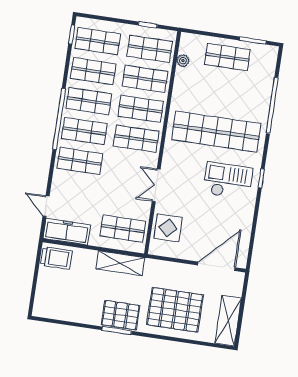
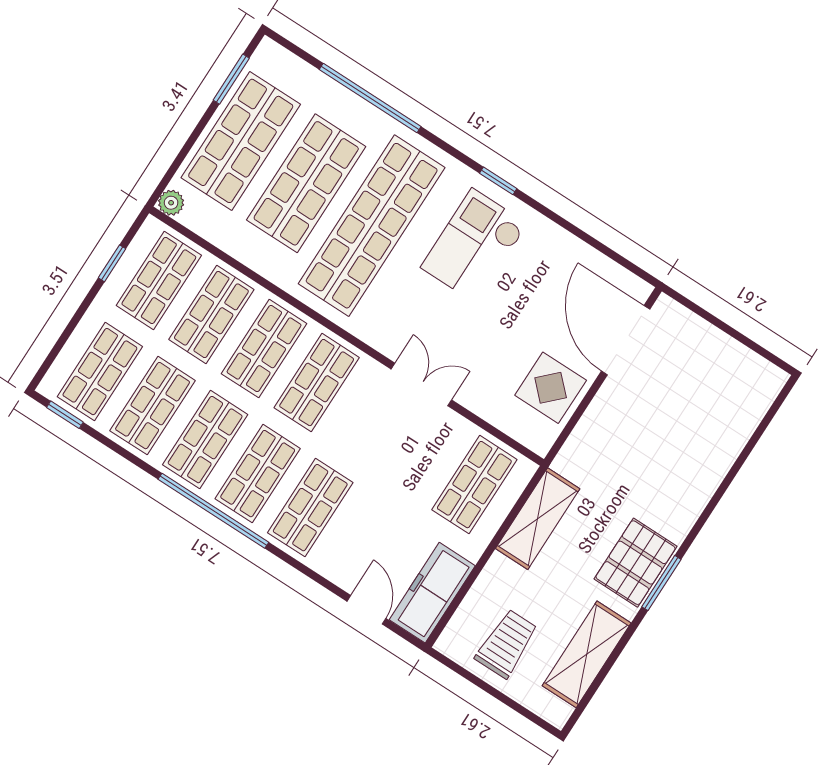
shop shelf: (227, 57) -> (241, 141), width x1.43, depth x1.36
plant: (183, 61) -> (171, 203), moved
shop shelf: (222, 94) -> (306, 183), added
double door: (156, 185) -> (421, 384), swing flipped
door: (46, 206) -> (366, 610), swing flipped
display table: (168, 228) -> (551, 388), moved
trolley: (56, 258) -> (507, 644), moved
pallet: (175, 310) -> (672, 456), removed
shelving: (228, 321) -> (587, 654), moved, turned 90

